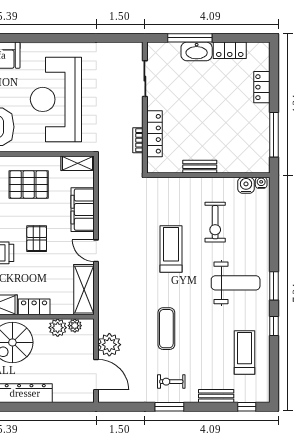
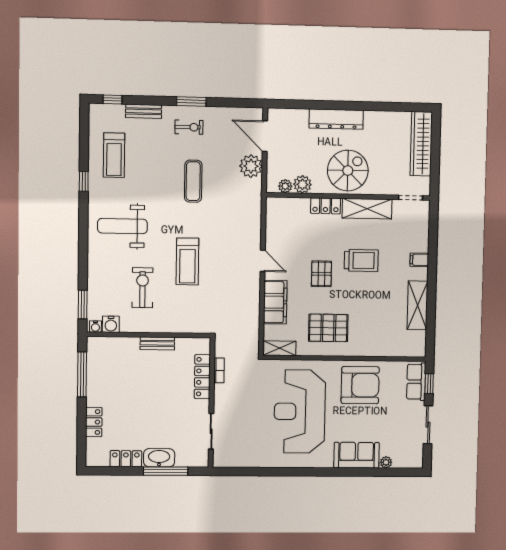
reception desk: (56, 99) -> (300, 411), turned 180
window: (274, 286) -> (83, 305), moved
shelving: (84, 290) -> (275, 222), removed

